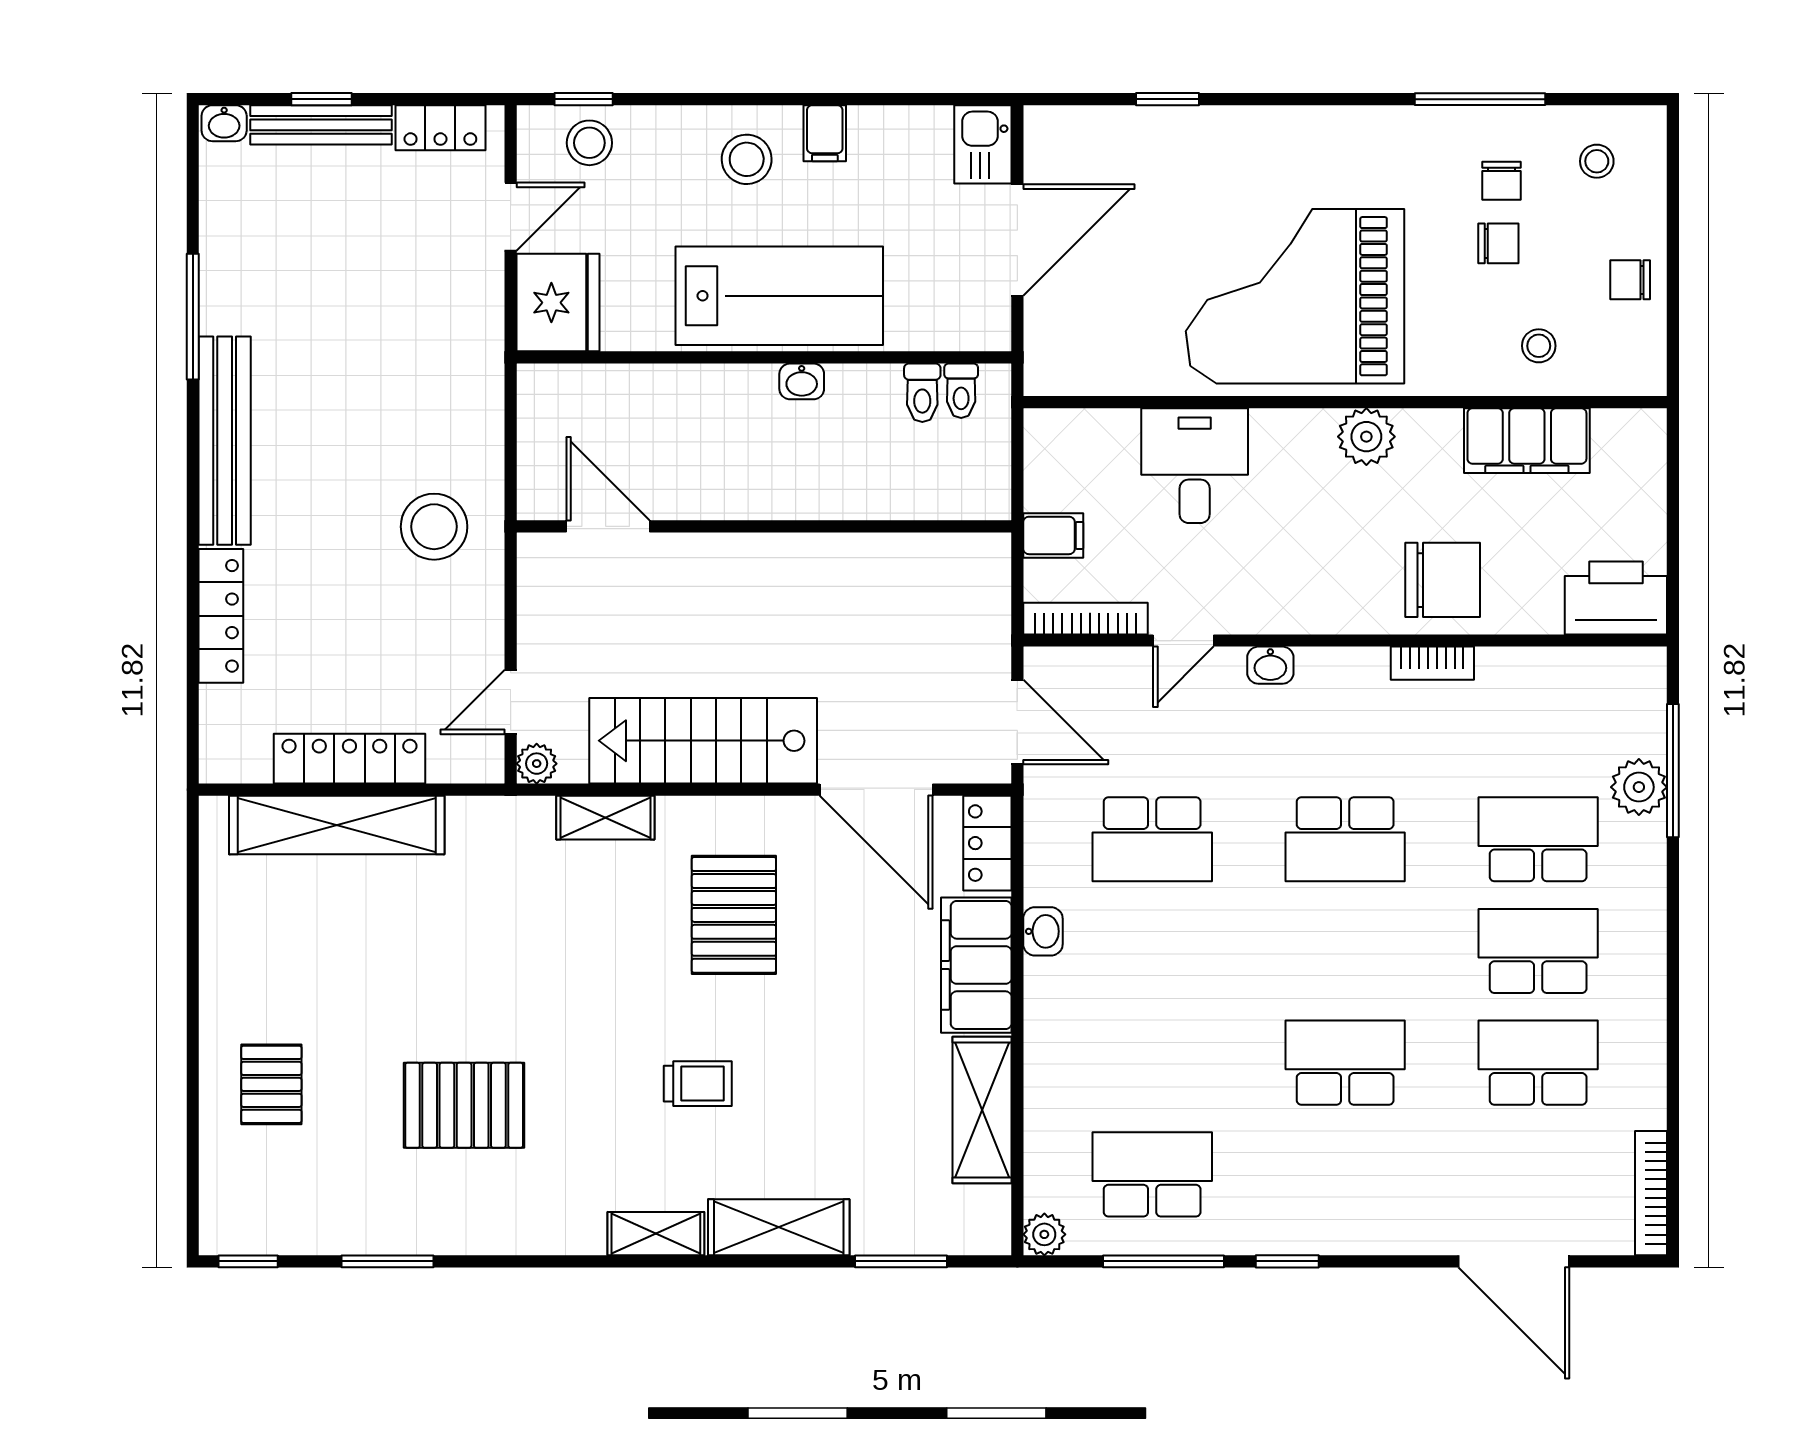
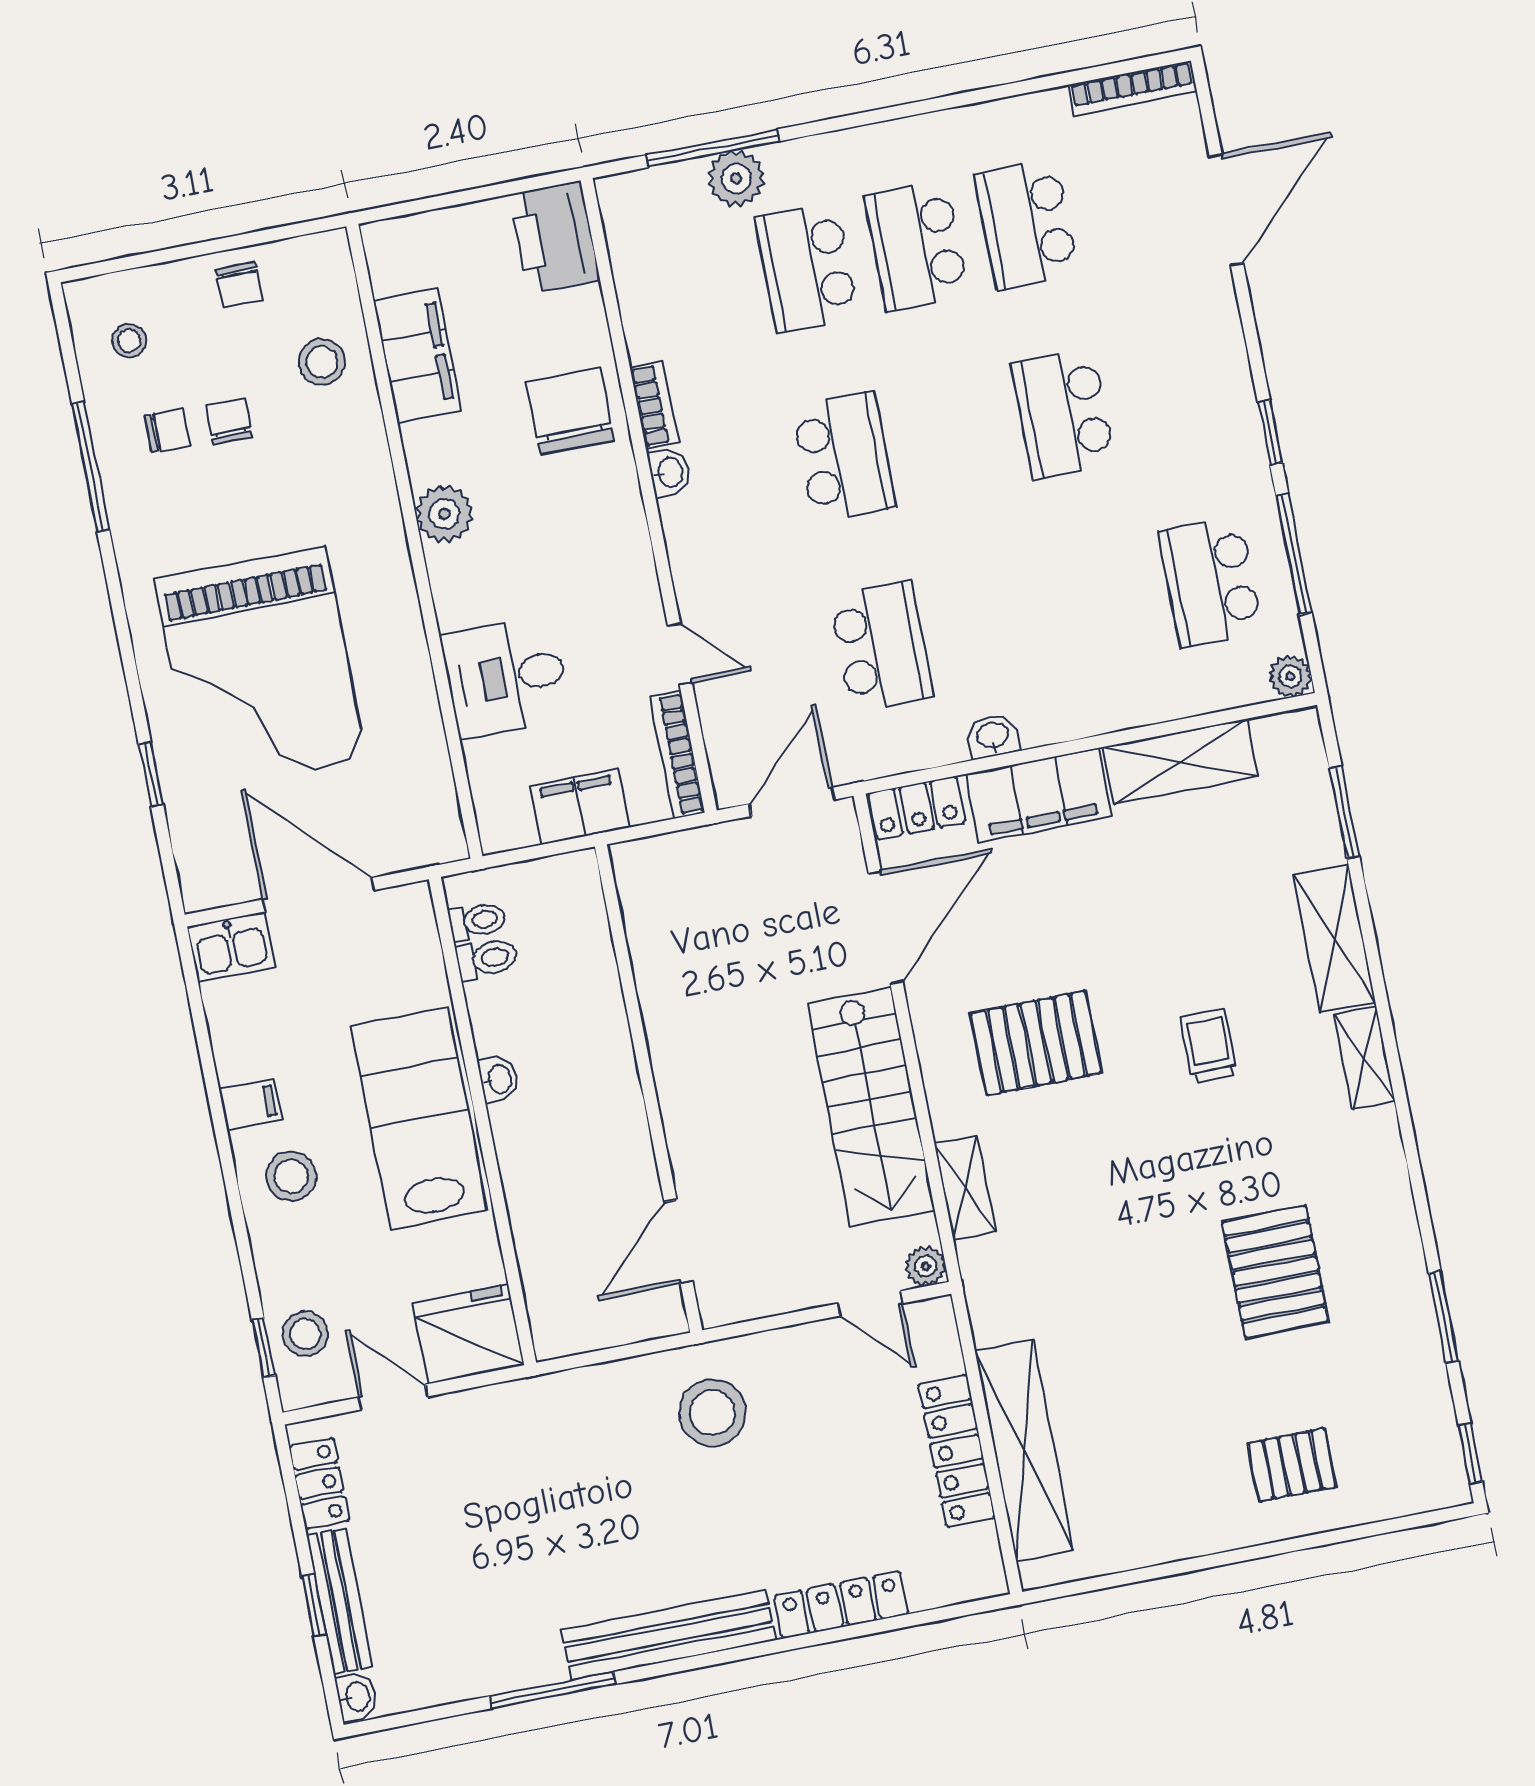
grand piano: (1295, 296) -> (261, 670), moved
stool: (1539, 346) -> (322, 362), width x1.37, depth x1.37
filing cabinet: (1053, 535) -> (580, 807), width x2.00
washbasin: (1270, 665) -> (669, 472), moved

